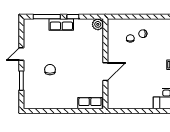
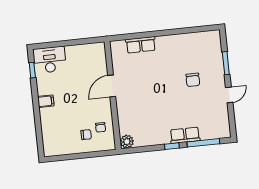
plant: (98, 24) -> (127, 142), moved
wall: (105, 64) -> (113, 95), moved
door: (105, 72) -> (112, 86), moved

